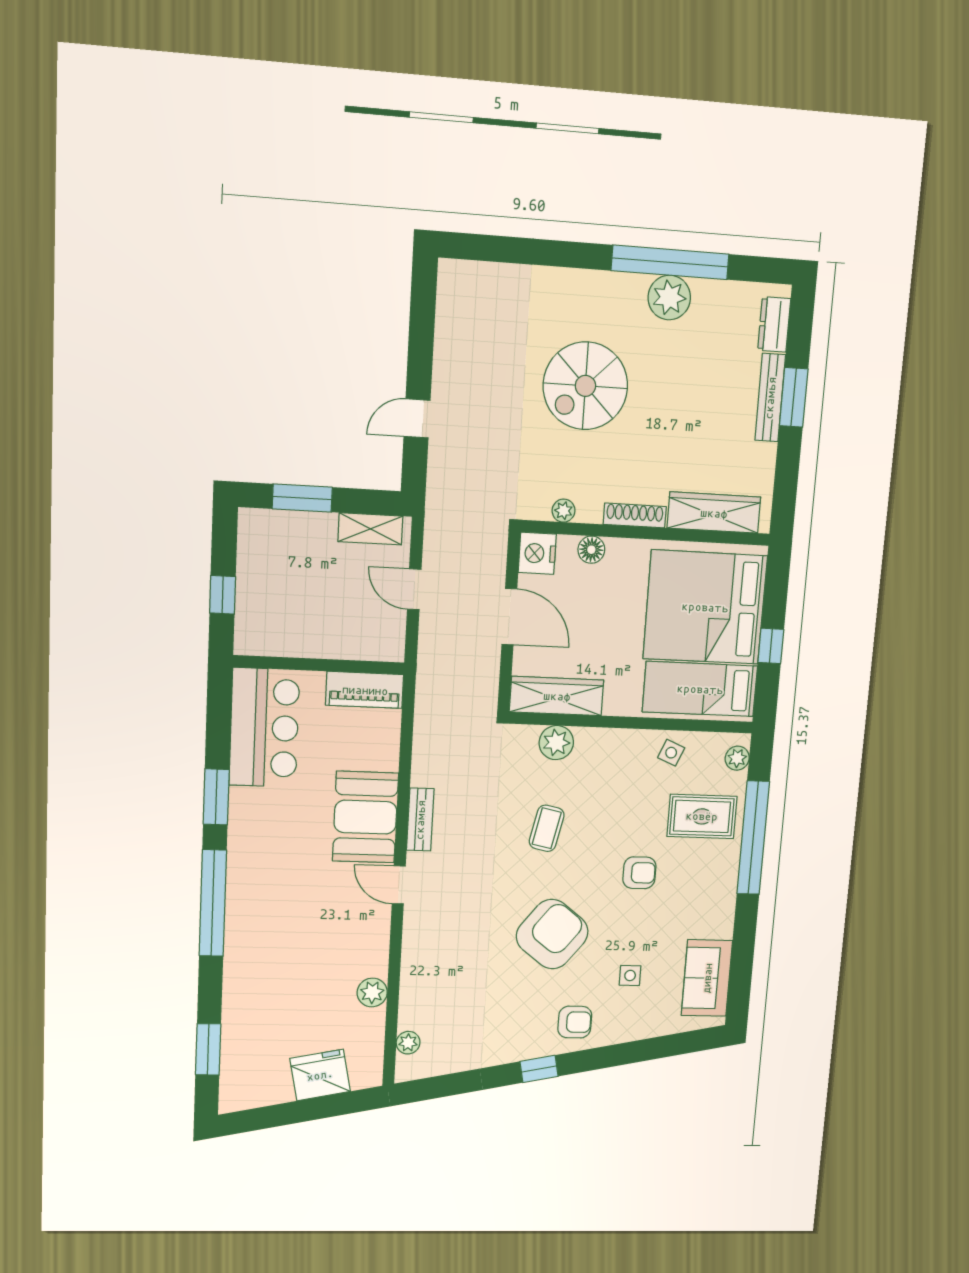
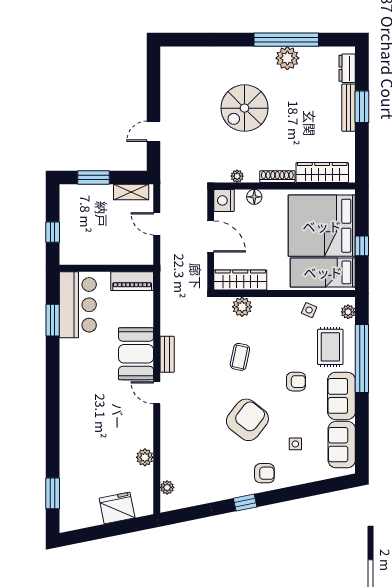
window: (216, 797) -> (53, 320), moved
rug: (702, 816) -> (330, 347), turned 90
sofa: (713, 899) -> (341, 396), added
window: (213, 903) -> (53, 406), removed

